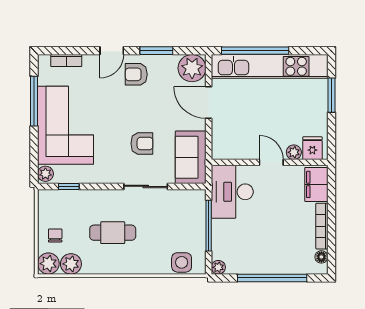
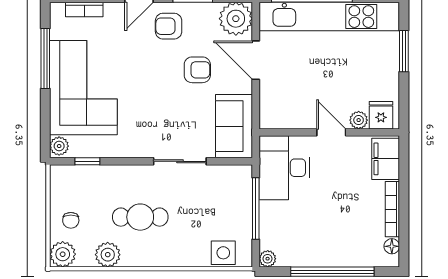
armchair: (142, 144) -> (197, 70), moved
chair: (55, 235) -> (71, 220), turned 180
plant: (71, 264) -> (108, 255), moved

